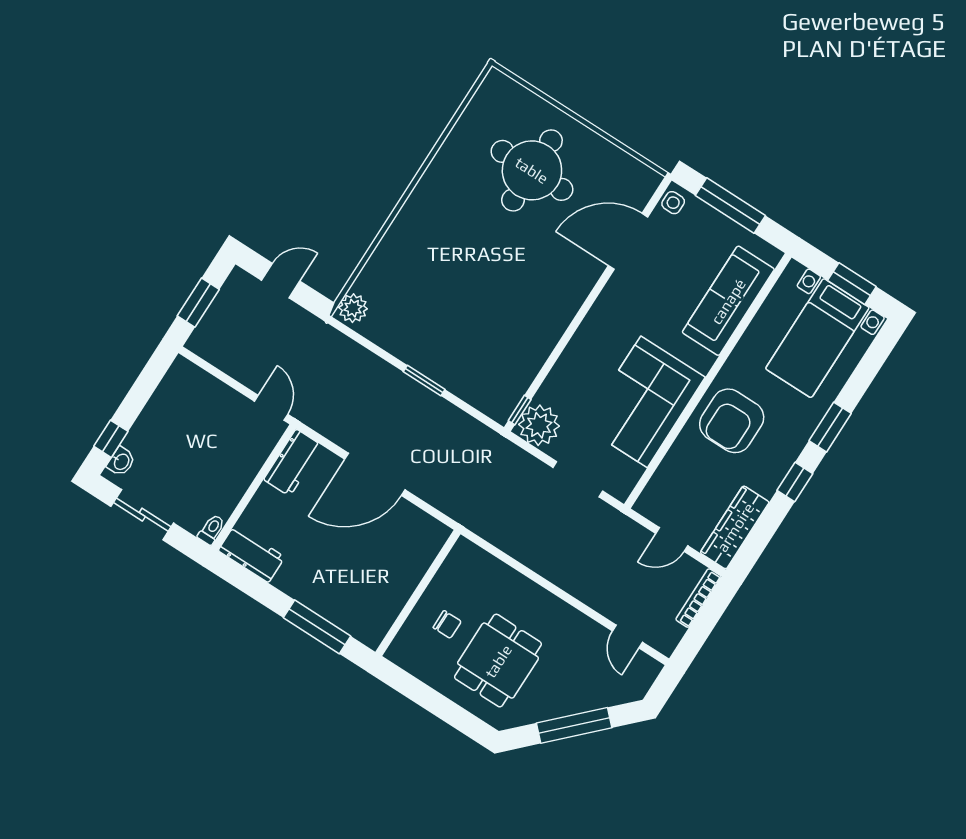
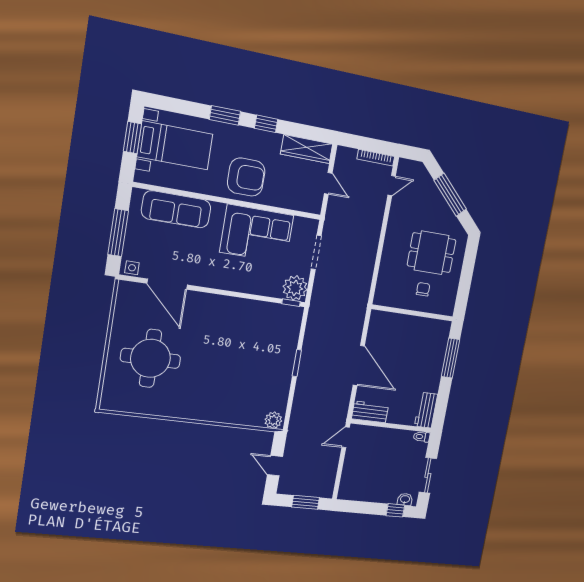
bookcase: (698, 598) -> (376, 158), moved

